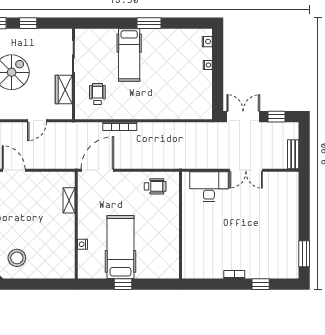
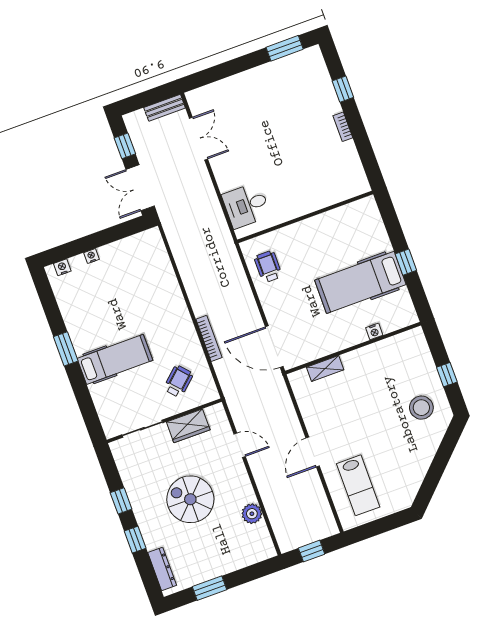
wheelchair: (97, 94) -> (178, 381), turned 138
double door: (246, 170) -> (199, 139), moved
desk: (209, 187) -> (246, 205), width x0.73
window: (34, 284) -> (447, 375), added

